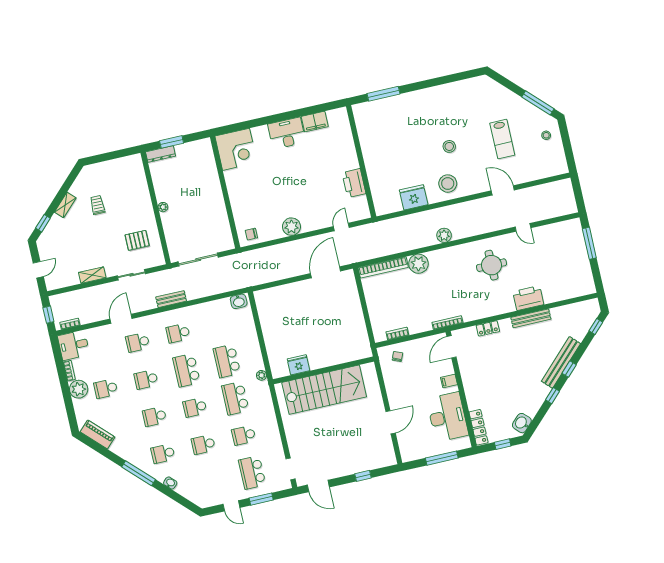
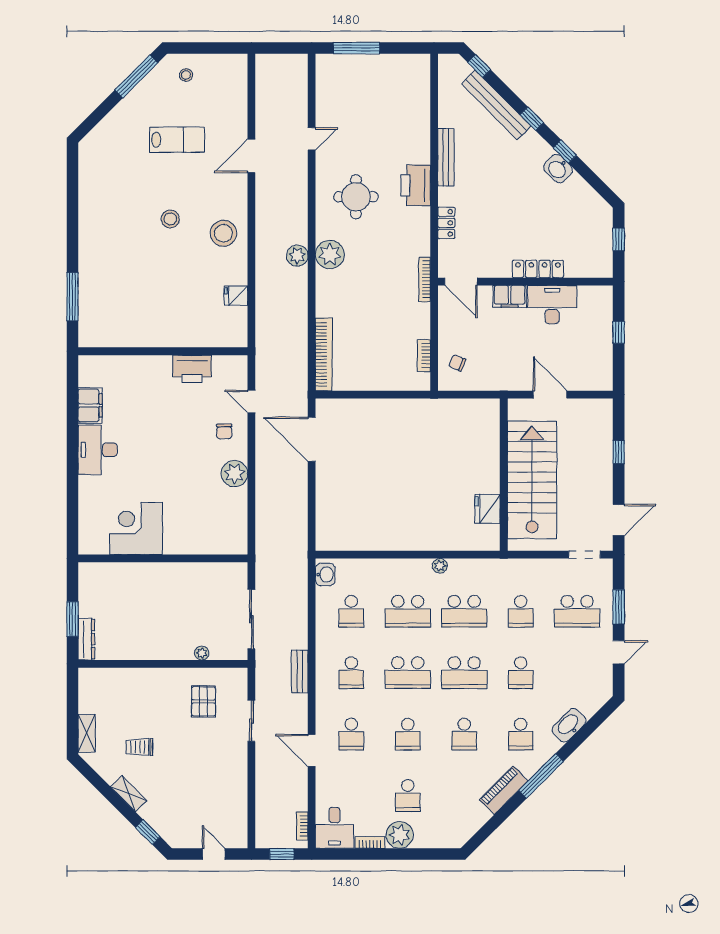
corner desk: (236, 149) -> (136, 528), moved, turned -90
fridge: (414, 197) -> (236, 296), width x0.53, depth x0.75
plant: (163, 207) -> (202, 653), moved
chair: (251, 234) -> (224, 431), moved
plant: (418, 264) -> (330, 254), moved
shelving: (92, 275) -> (87, 733), moved
printer: (528, 298) -> (416, 185), moved
school desk: (218, 324) -> (351, 611), added
bench: (561, 362) -> (496, 105), moved
fridge: (299, 365) -> (488, 509), moved
wall: (323, 370) -> (504, 475), moved
filing cabinet: (449, 381) -> (510, 296), width x2.00
stairs: (324, 390) -> (532, 480), moved
school desk: (195, 407) -> (464, 673), width x1.85
desk: (447, 417) -> (552, 305), width x0.73, depth x0.77
washbasin: (522, 423) -> (558, 168), moved
locker: (478, 427) -> (538, 269), moved
piano: (98, 434) -> (504, 790), moved
window: (442, 458) -> (619, 332), width x0.46
washbasin: (170, 483) -> (569, 725), width x1.91, depth x1.45

